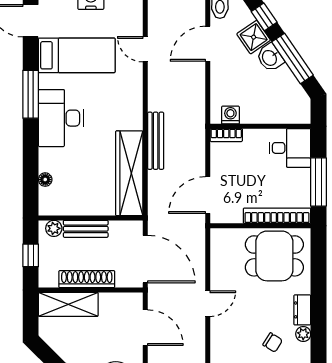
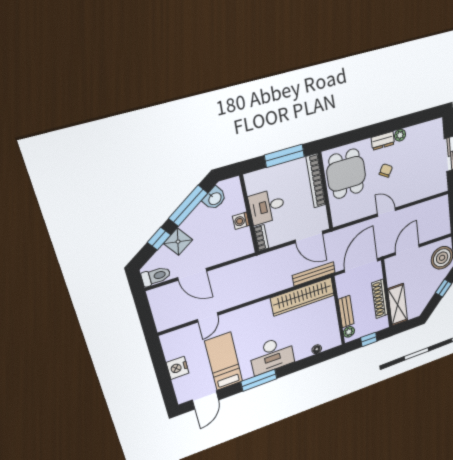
washbasin: (270, 58) -> (215, 198), moved
washing machine: (230, 115) -> (241, 221), moved
bench: (156, 141) -> (314, 274), moved
desk: (290, 148) -> (267, 207), moved, turned -90
chair: (273, 342) -> (386, 171), moved

